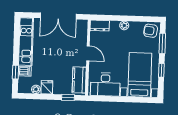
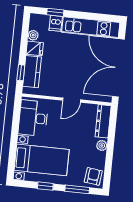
double door: (58, 16) -> (118, 68), width x1.36
dresser: (100, 26) -> (103, 121), width x1.44
kitchen counter: (79, 80) -> (32, 72), moved, turned 90

